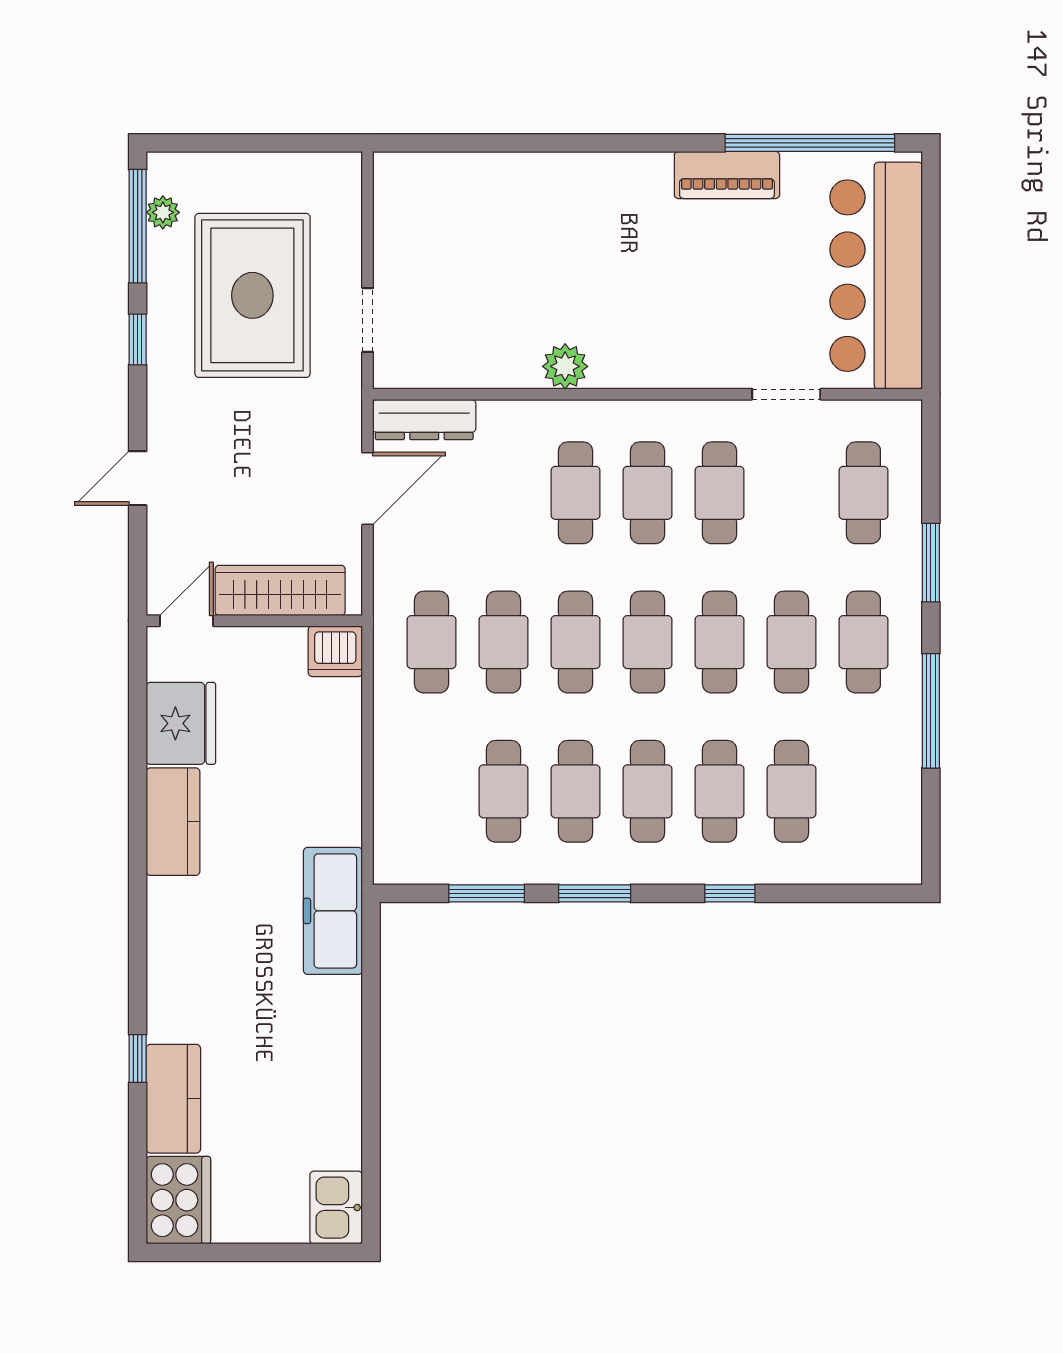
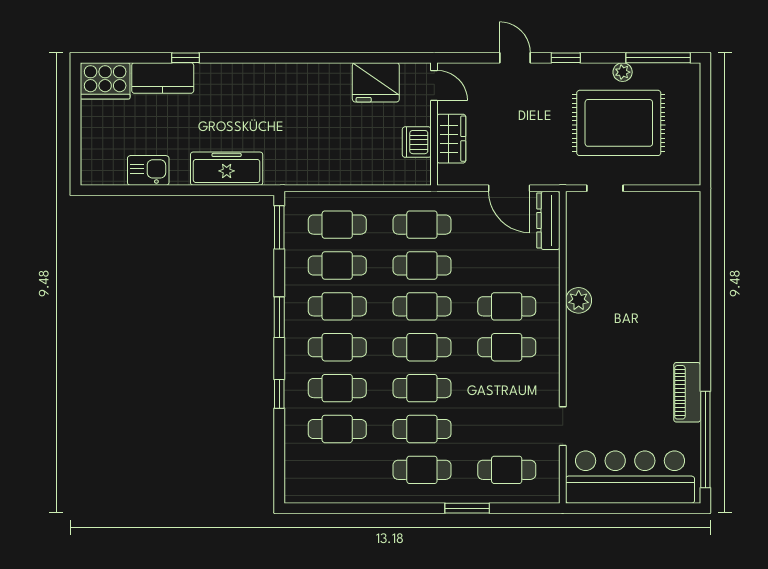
plant: (163, 212) -> (623, 72), moved
window: (138, 339) -> (566, 58), moved
cafe table: (719, 493) -> (337, 225), moved
wardrobe: (280, 590) -> (451, 139), width x0.67
dishwasher: (335, 651) -> (417, 142), moved
window: (931, 711) -> (383, 508), removed
kitchen counter: (173, 822) -> (320, 78), removed
window: (487, 893) -> (279, 227), moved
freezer: (333, 911) -> (227, 169), moved
kitchen sink: (336, 1208) -> (148, 170), moved

